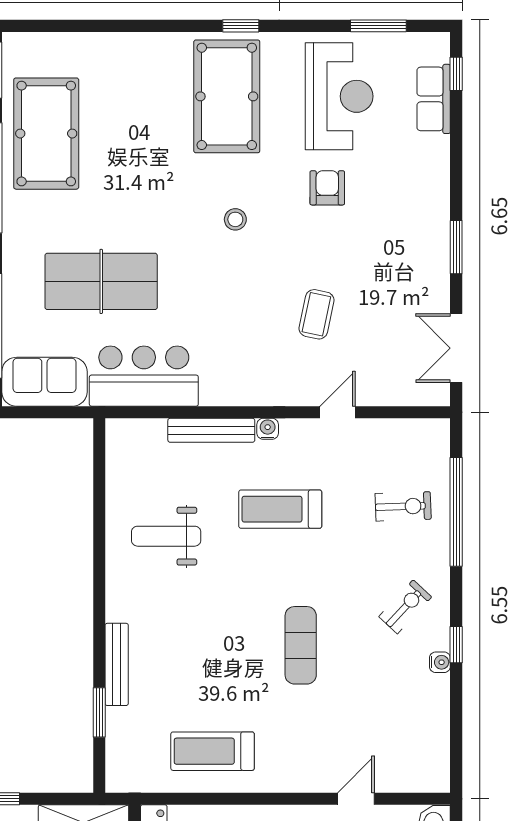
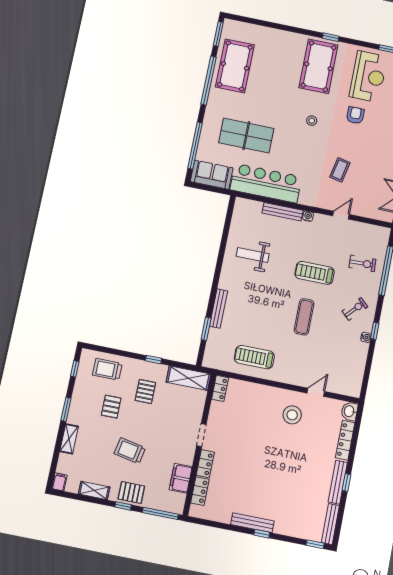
bar counter: (144, 376) -> (266, 183), width x1.36
treadmill: (280, 509) -> (315, 273), moved

